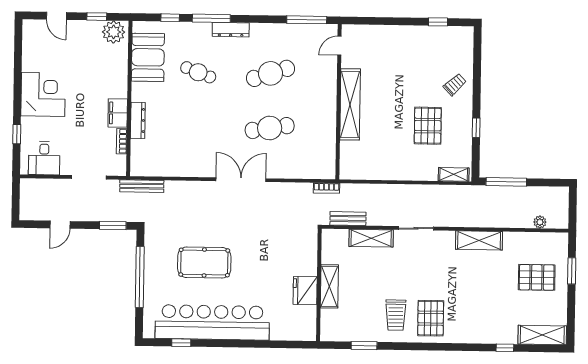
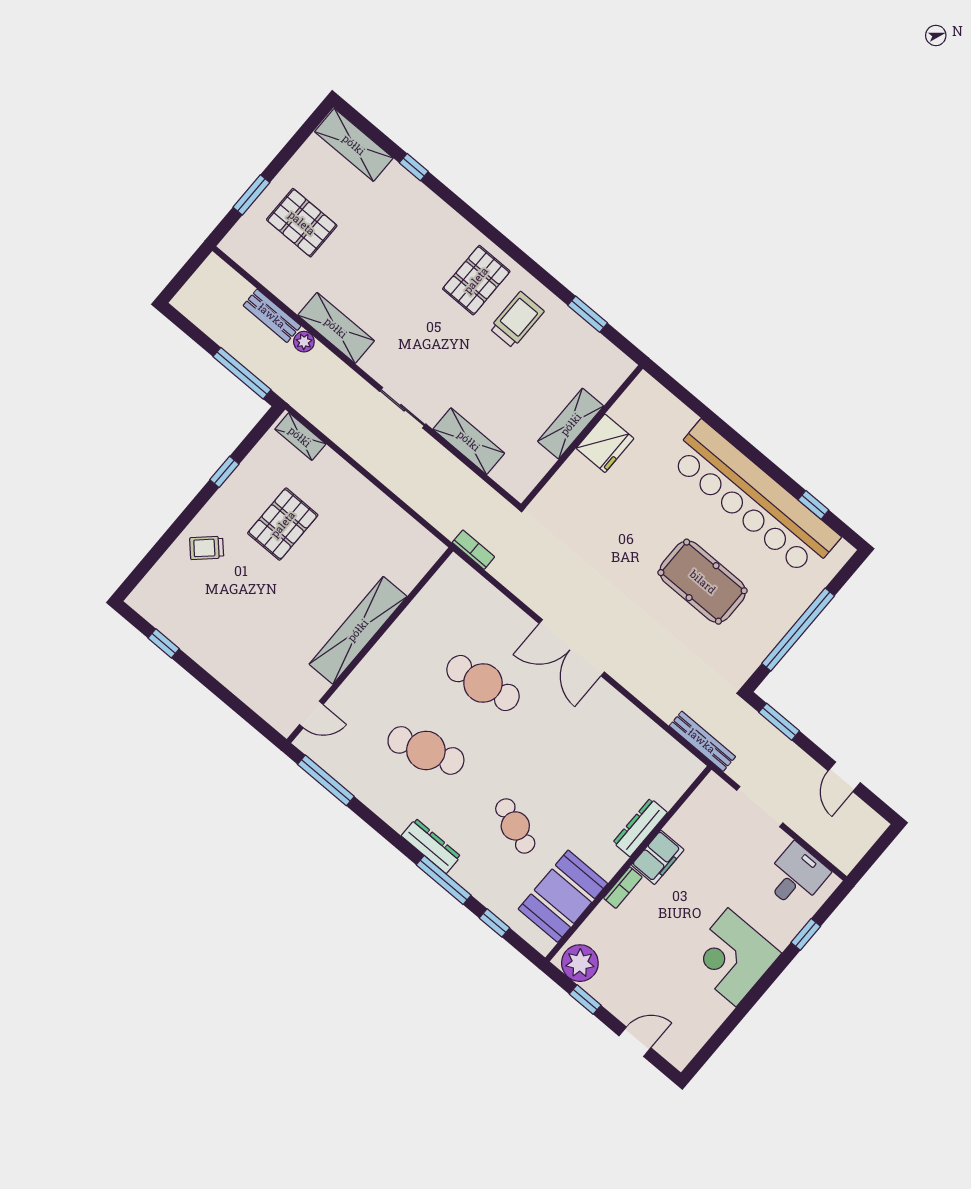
door: (56, 16) -> (635, 1042), hinge flipped
bookcase: (122, 141) -> (623, 888), moved
bench: (348, 219) -> (272, 316), moved
plant: (540, 222) -> (304, 342), moved
door: (60, 225) -> (844, 777), swing flipped

